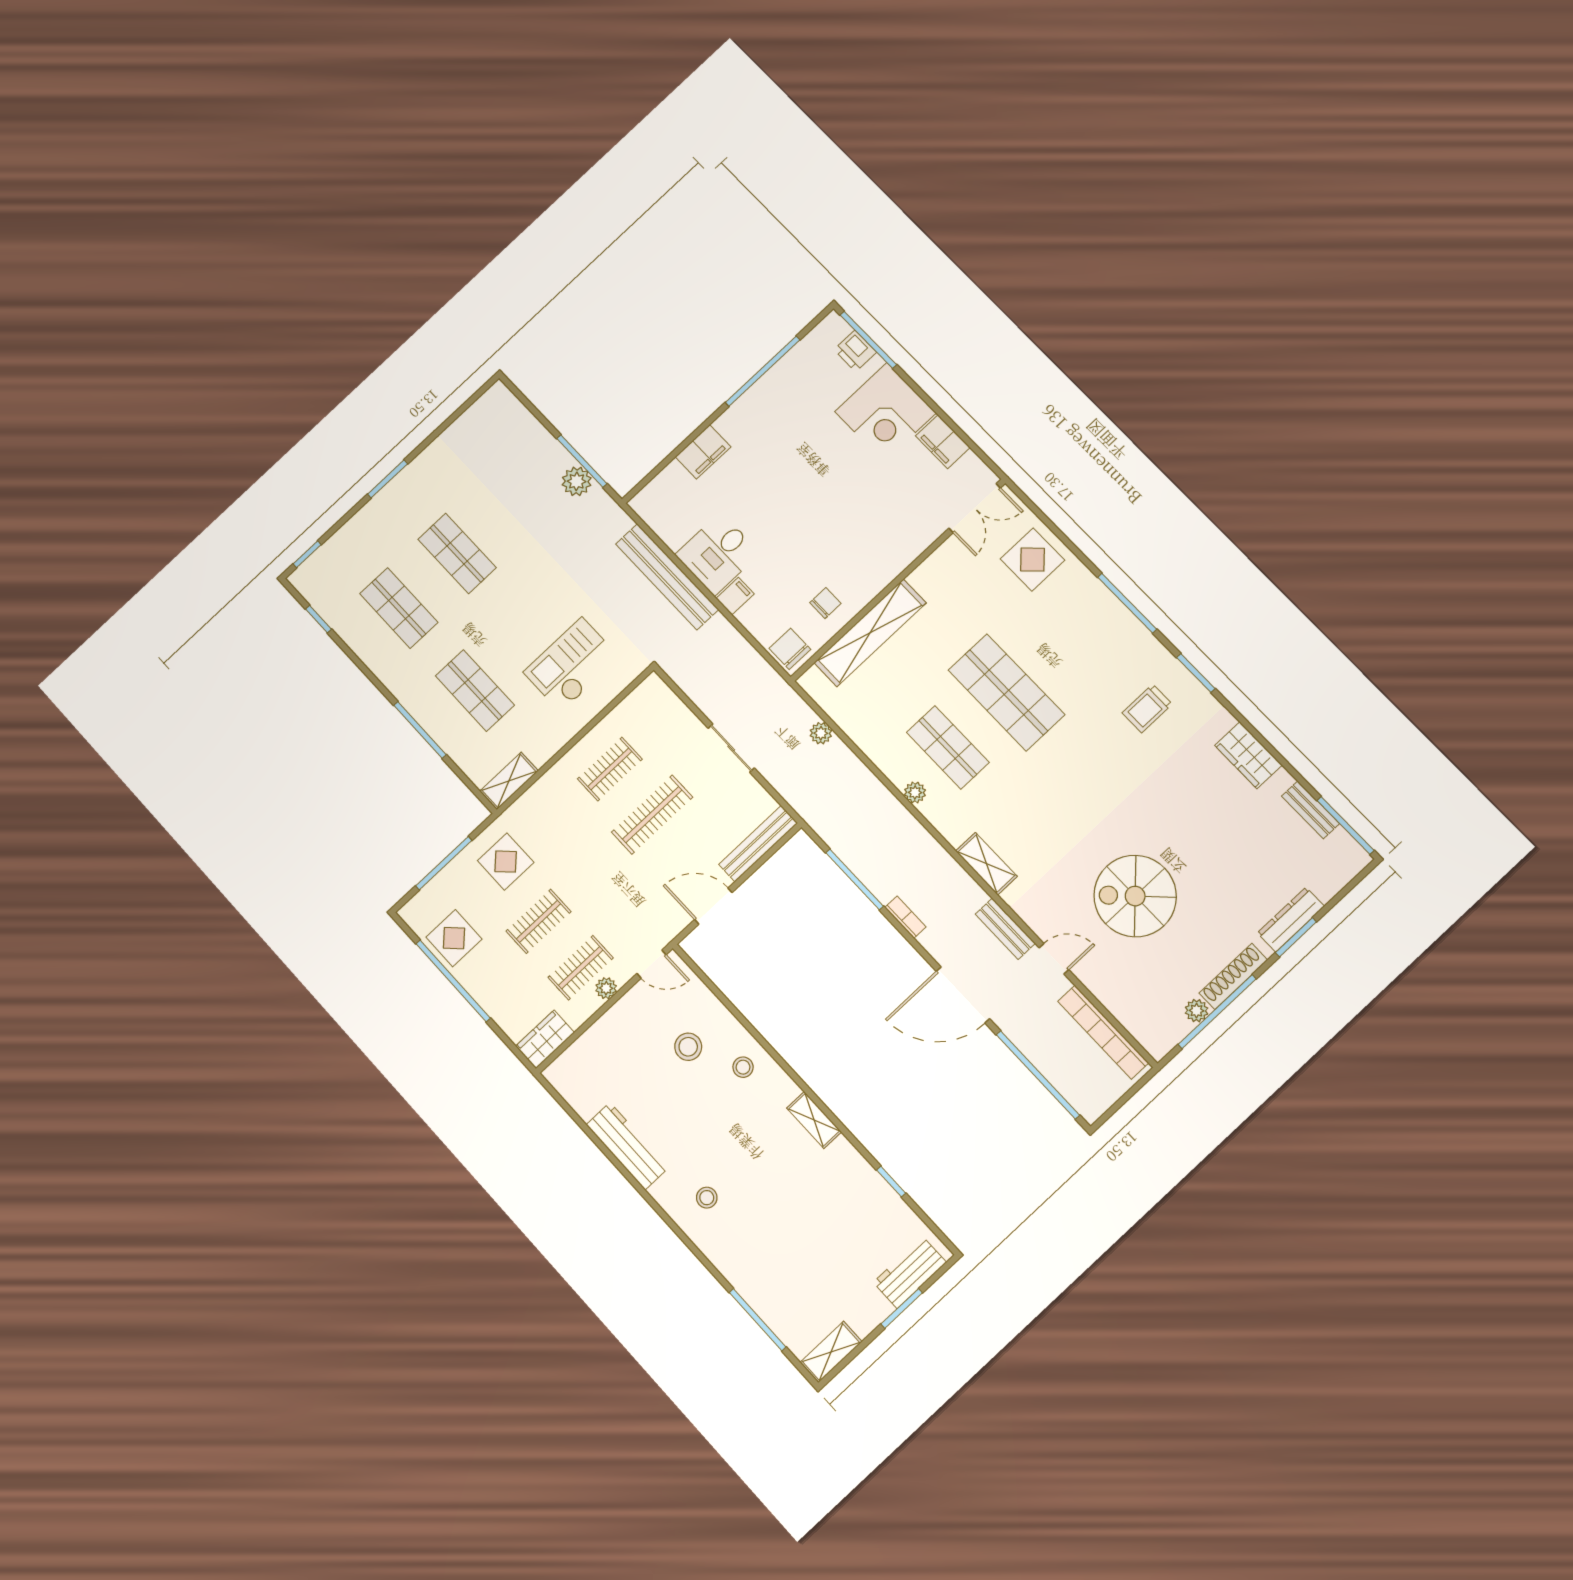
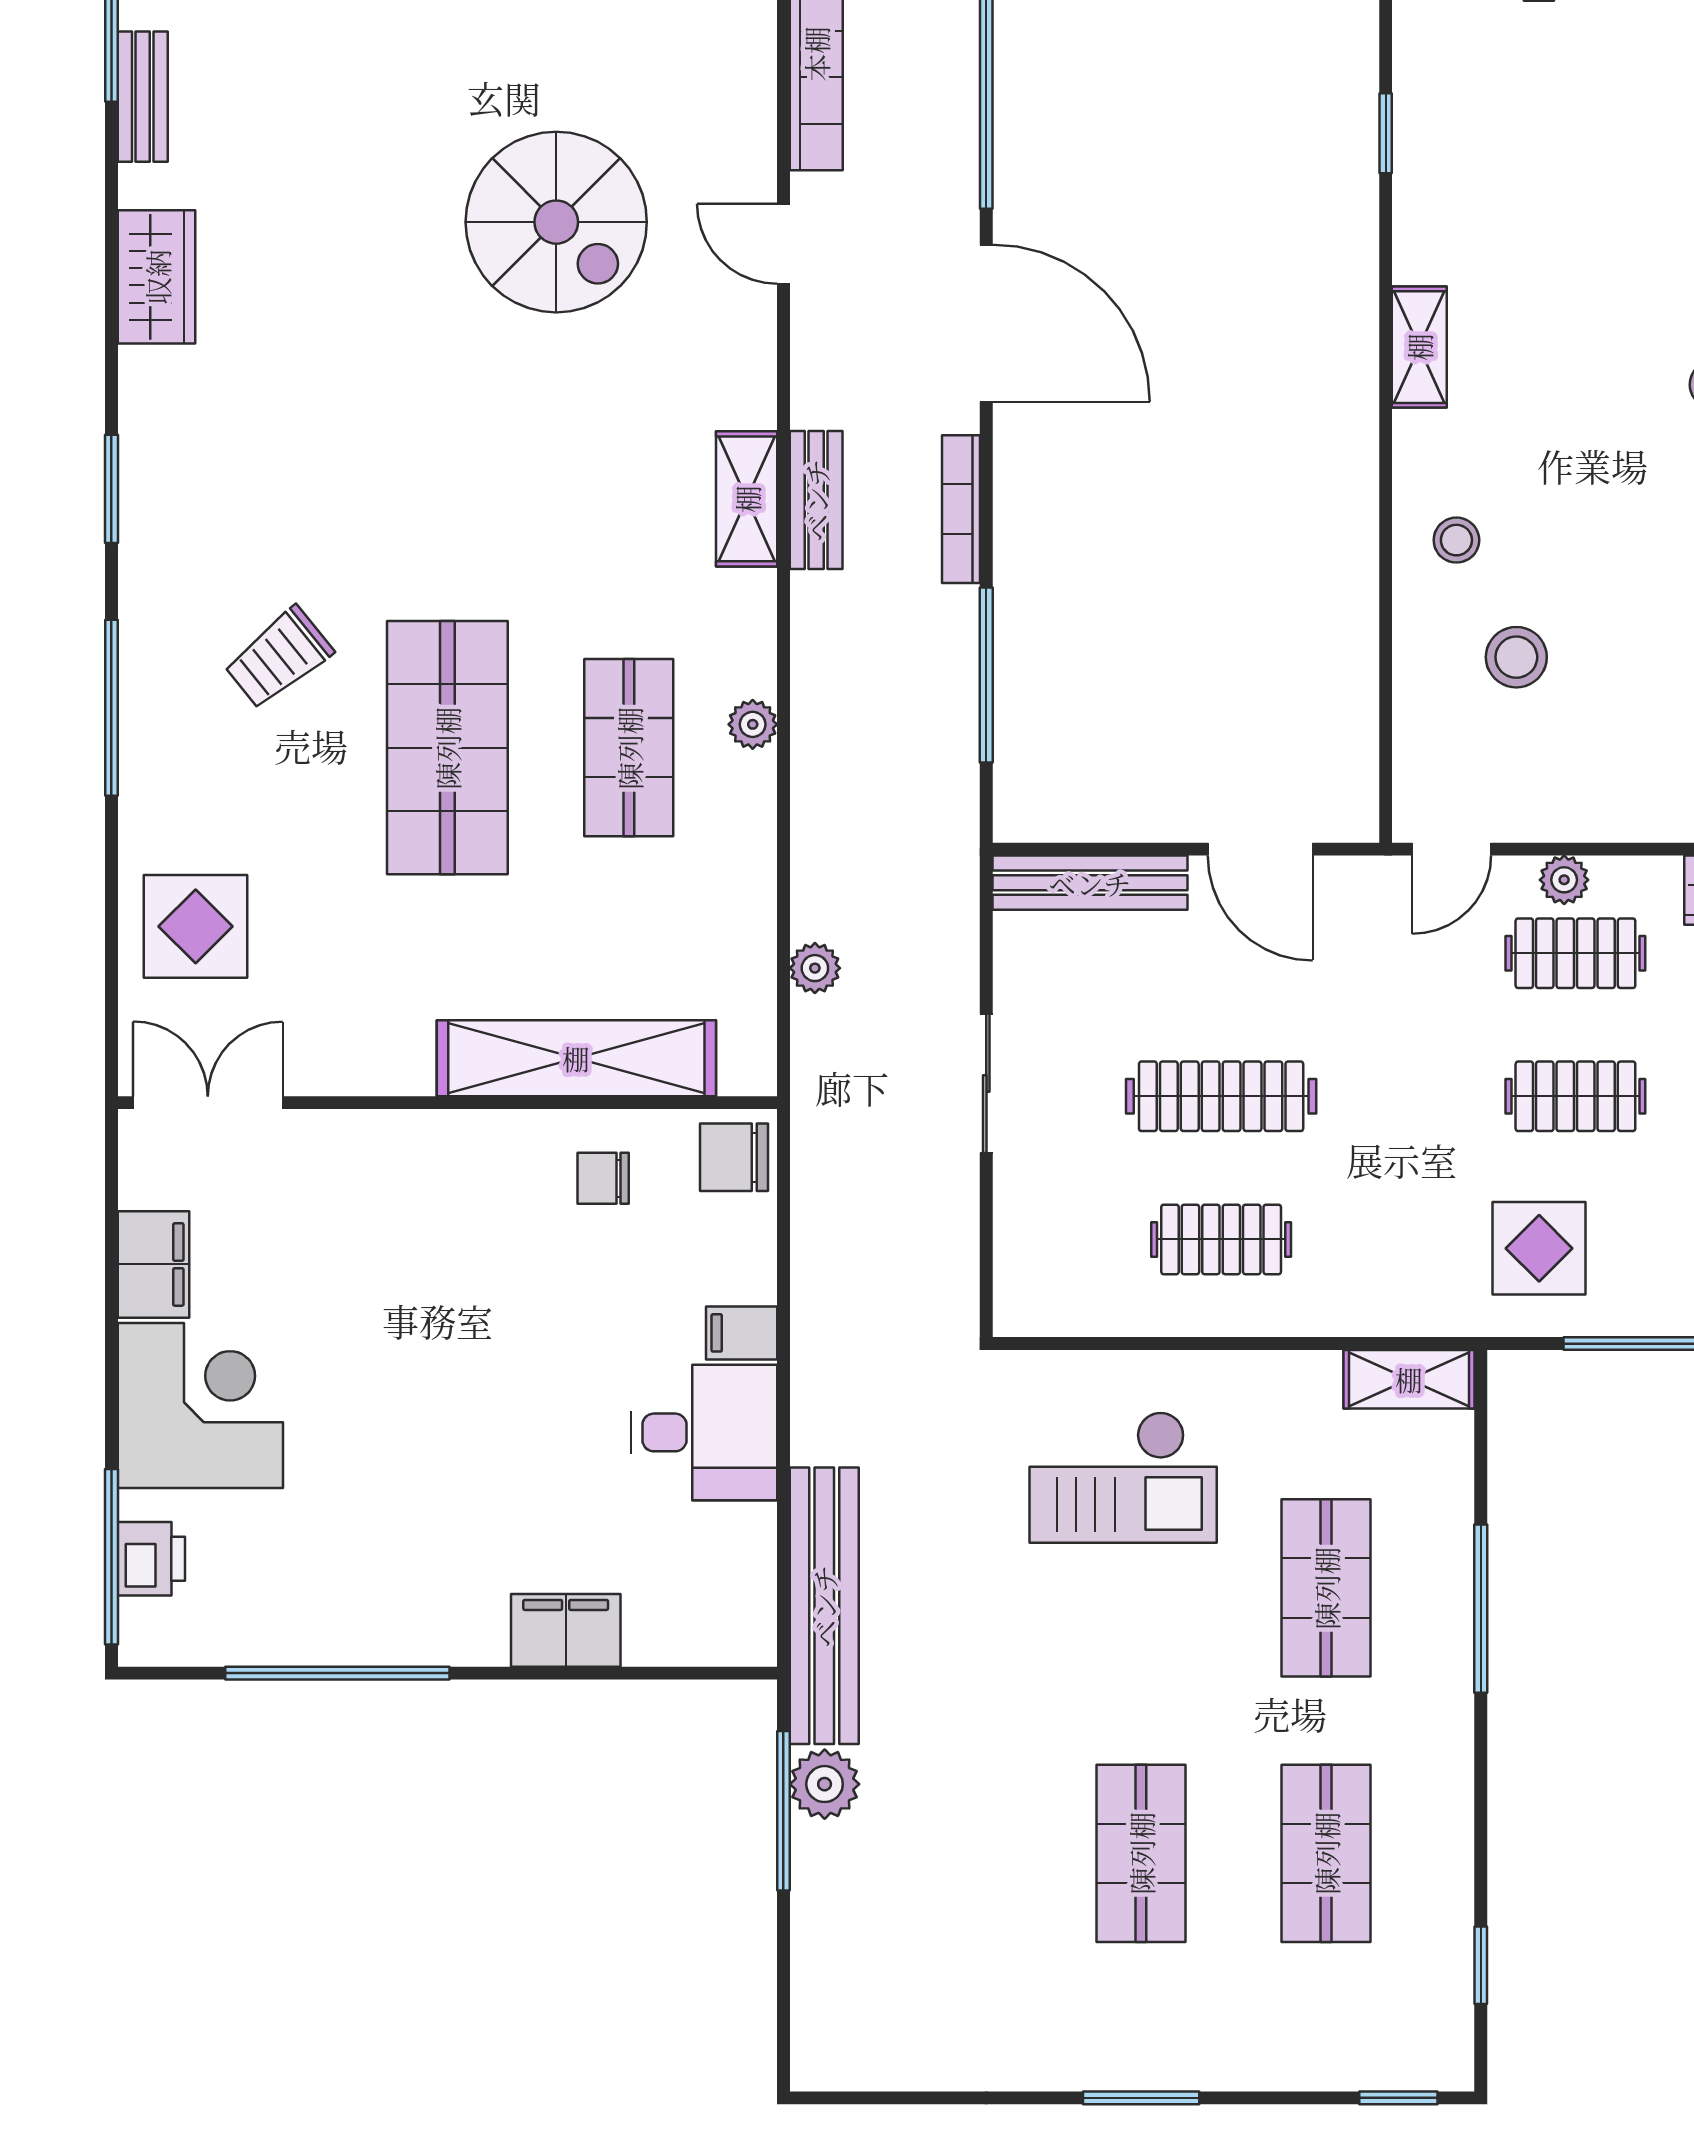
bench: (667, 577) -> (824, 1606), moved
chair: (790, 649) -> (734, 1157), turned 90
trolley: (1147, 708) -> (279, 658), moved, turned 141
bookcase: (905, 917) -> (961, 509), width x1.56
bench: (1005, 929) -> (816, 500), moved
door: (652, 964) -> (1452, 849), swing flipped

